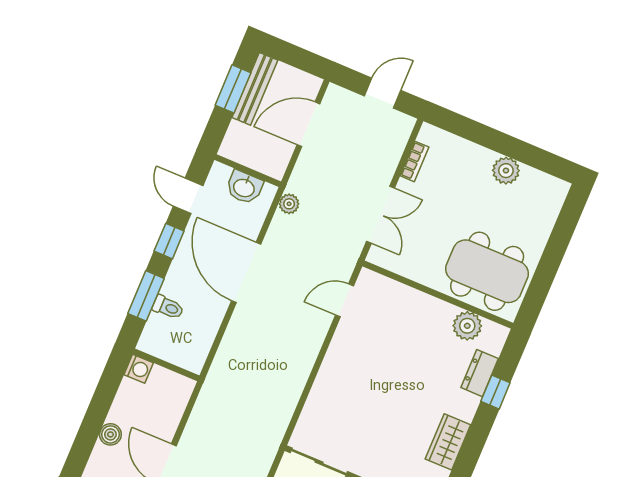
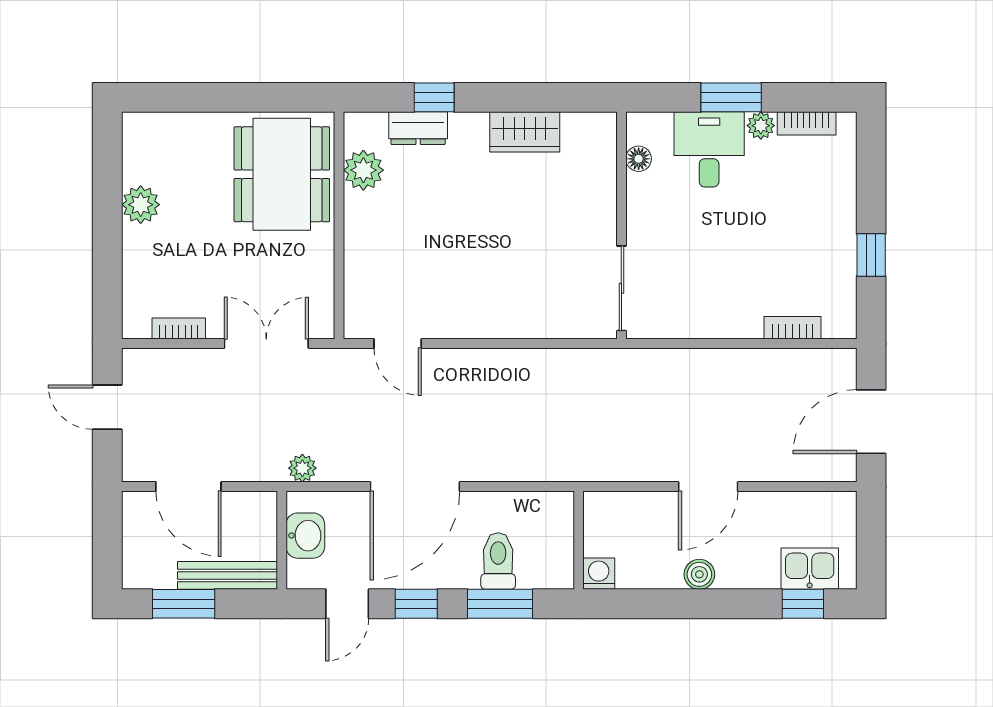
bench: (255, 89) -> (227, 575), moved
toilet: (168, 307) -> (498, 561), width x1.37, depth x1.39

